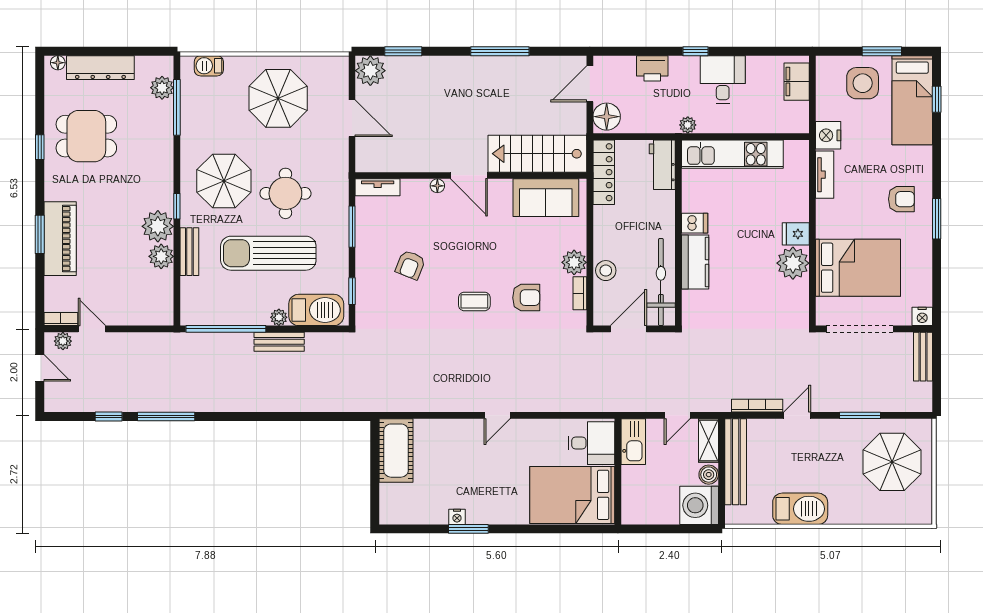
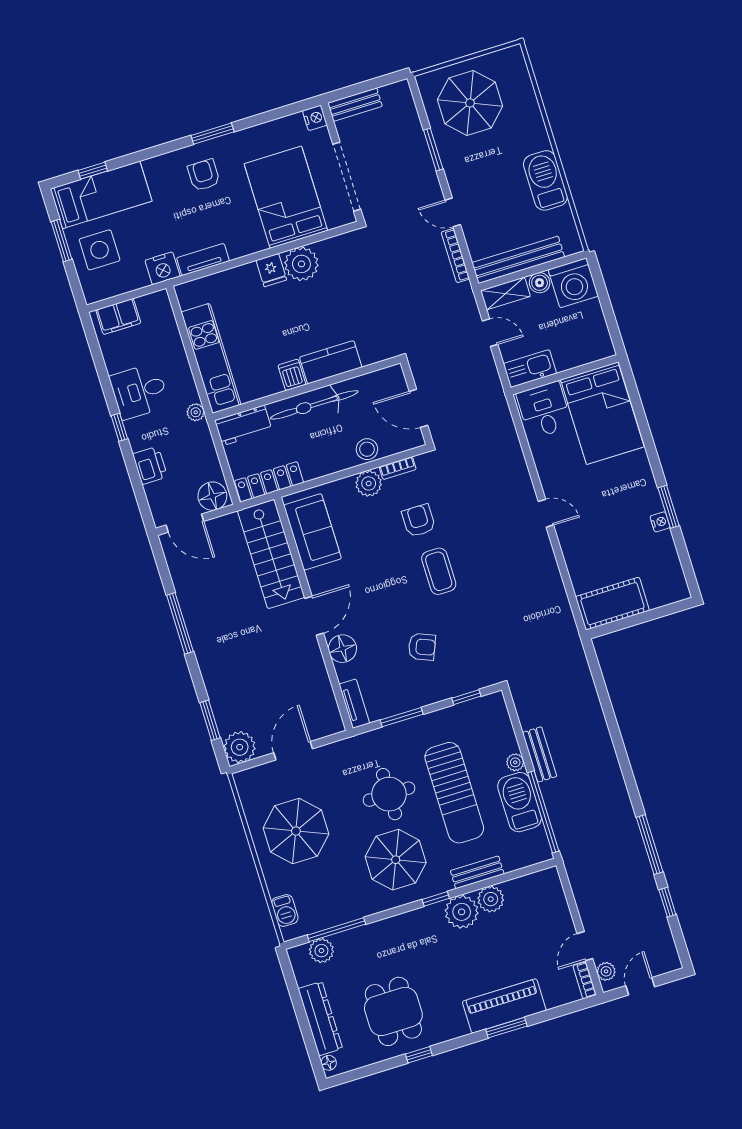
floor lamp: (437, 186) -> (342, 649), width x1.89, depth x1.89
bicycle: (661, 282) -> (314, 405), moved
coffee table: (474, 301) -> (439, 571), width x1.36, depth x1.30
barbecue: (316, 310) -> (520, 802), moved

